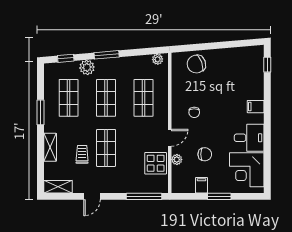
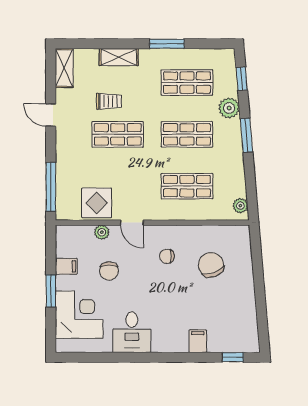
chair: (196, 64) -> (211, 265), moved
filing cabinet: (256, 107) -> (198, 341), moved
corner desk: (247, 170) -> (79, 315), moved, turned 90

